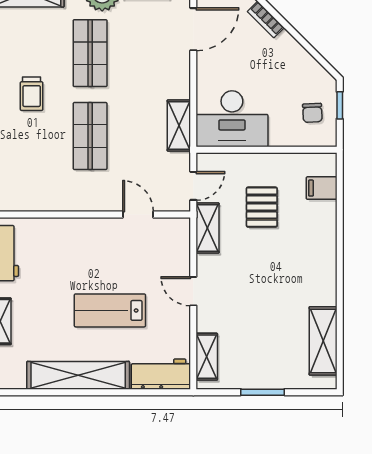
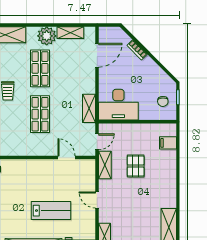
pallet: (262, 207) -> (136, 166), moved
lab bench: (110, 310) -> (51, 211), turned 180

